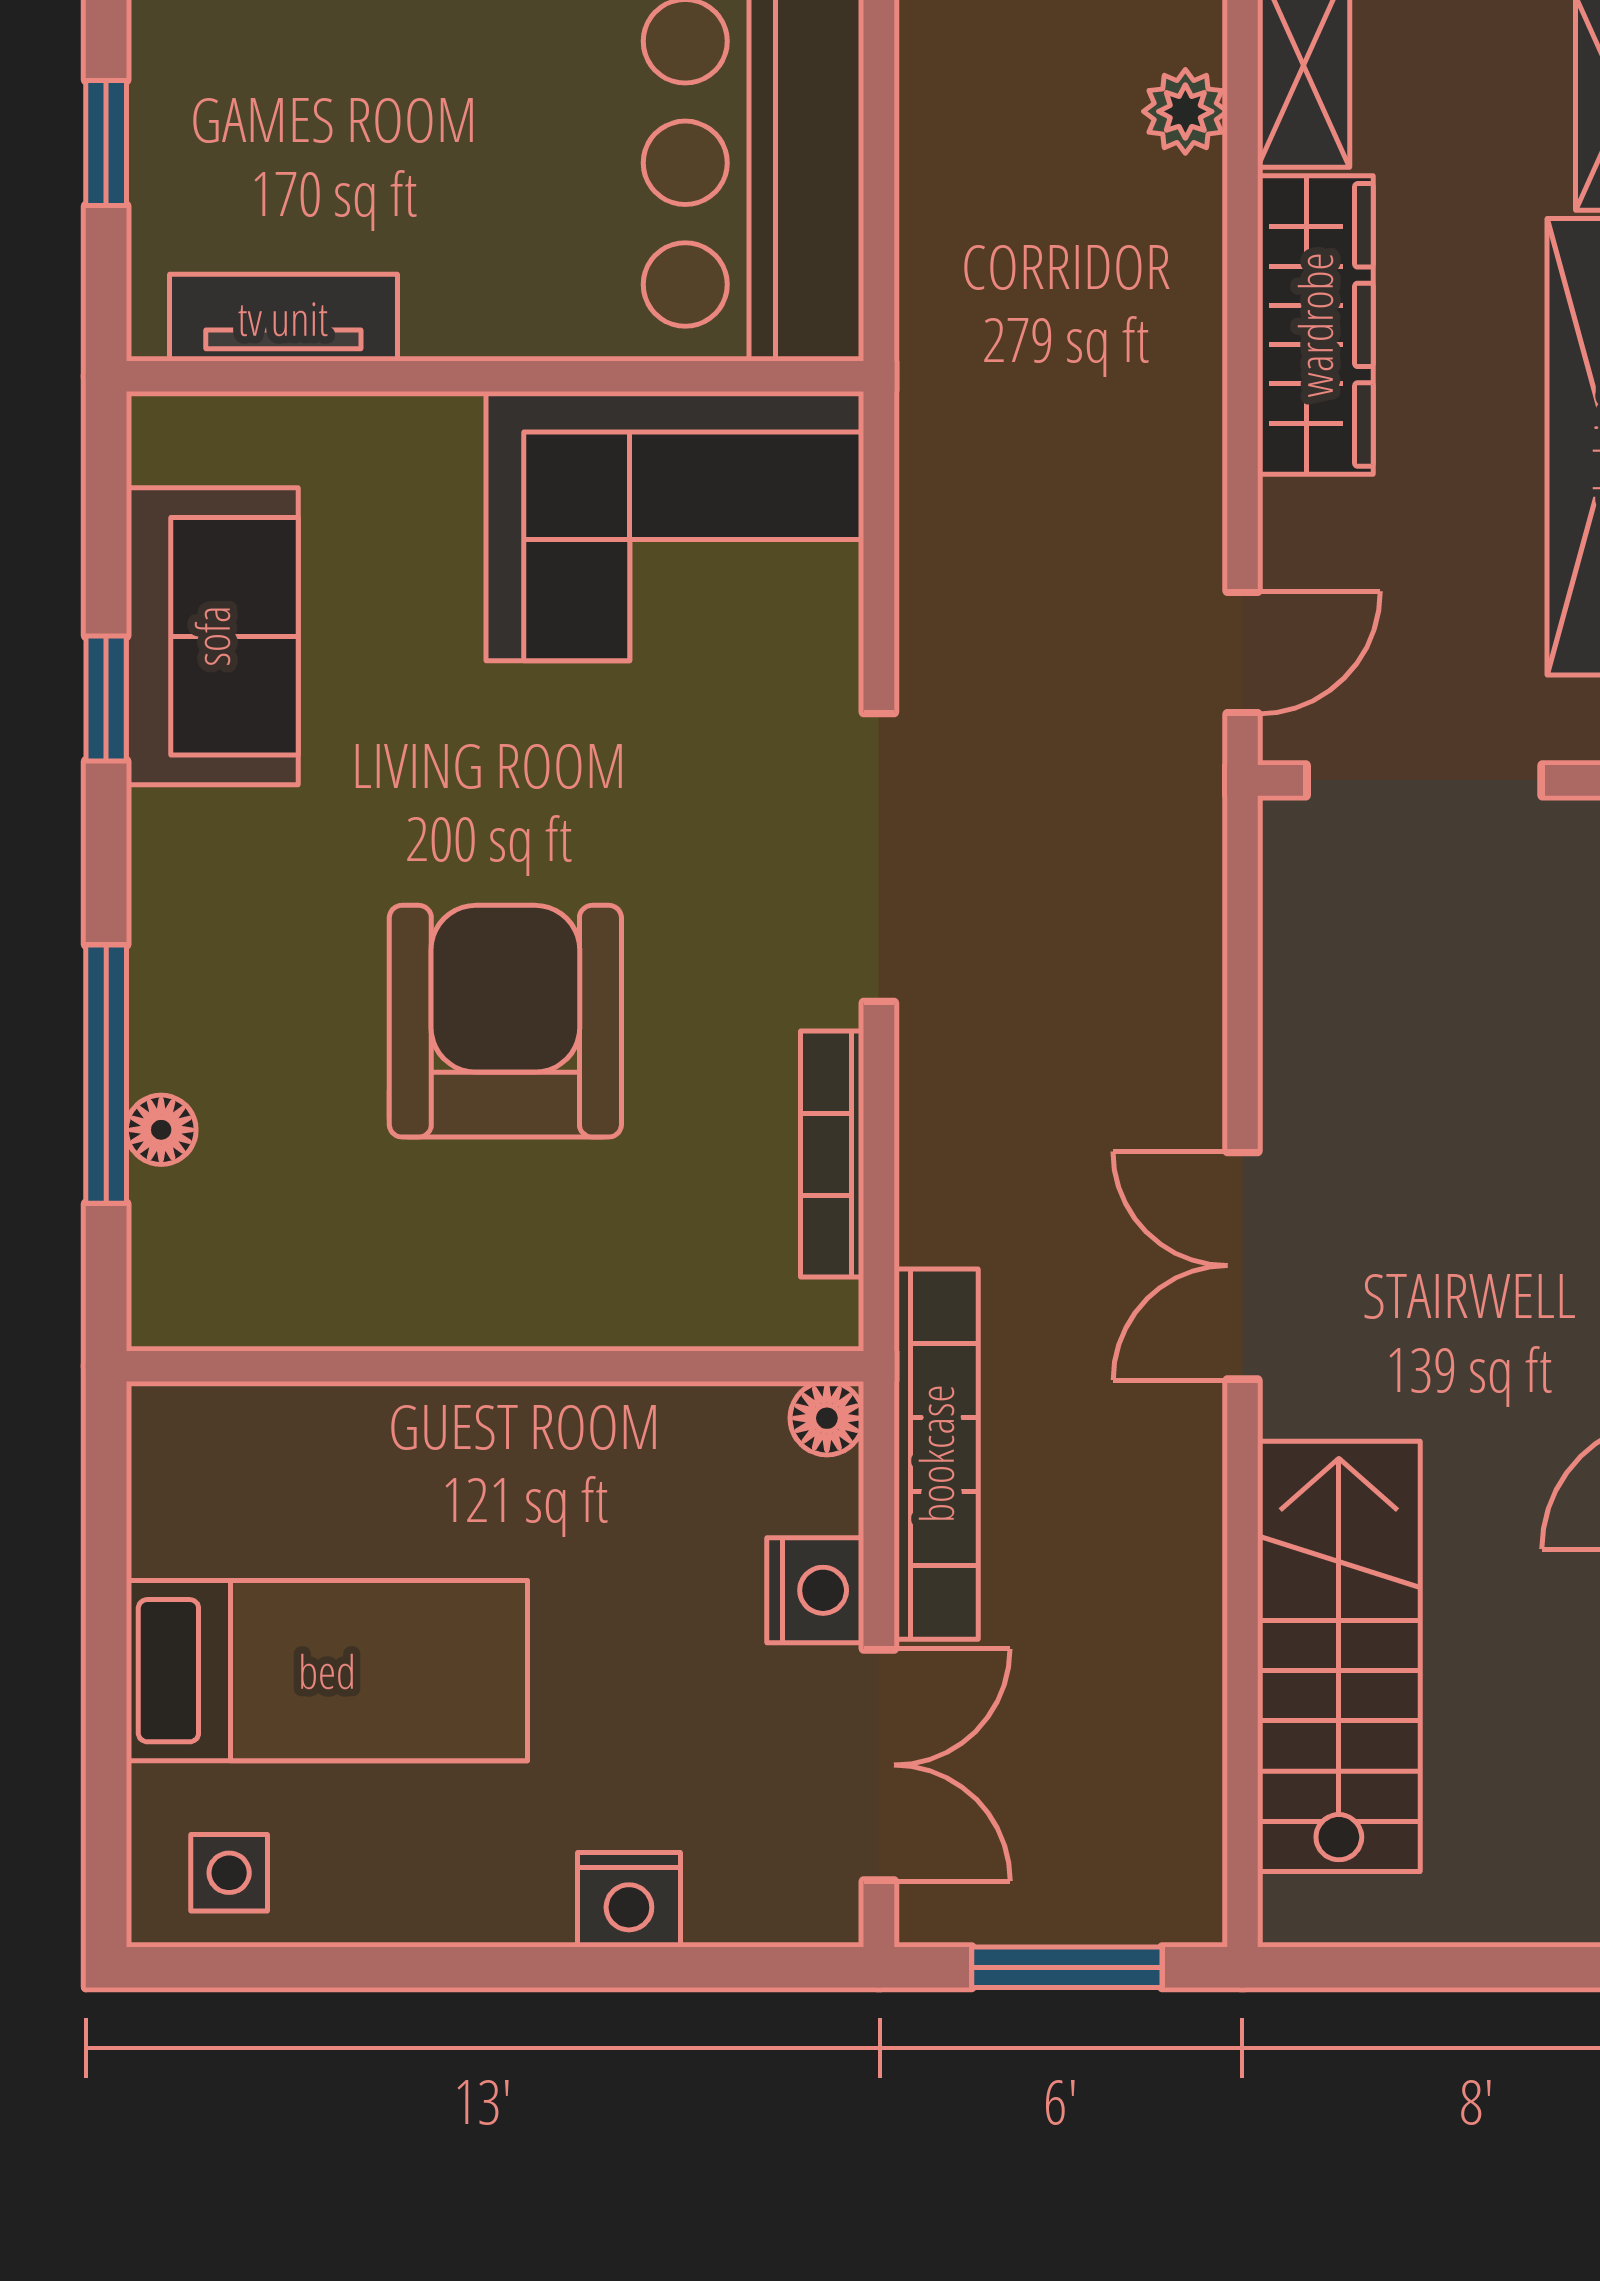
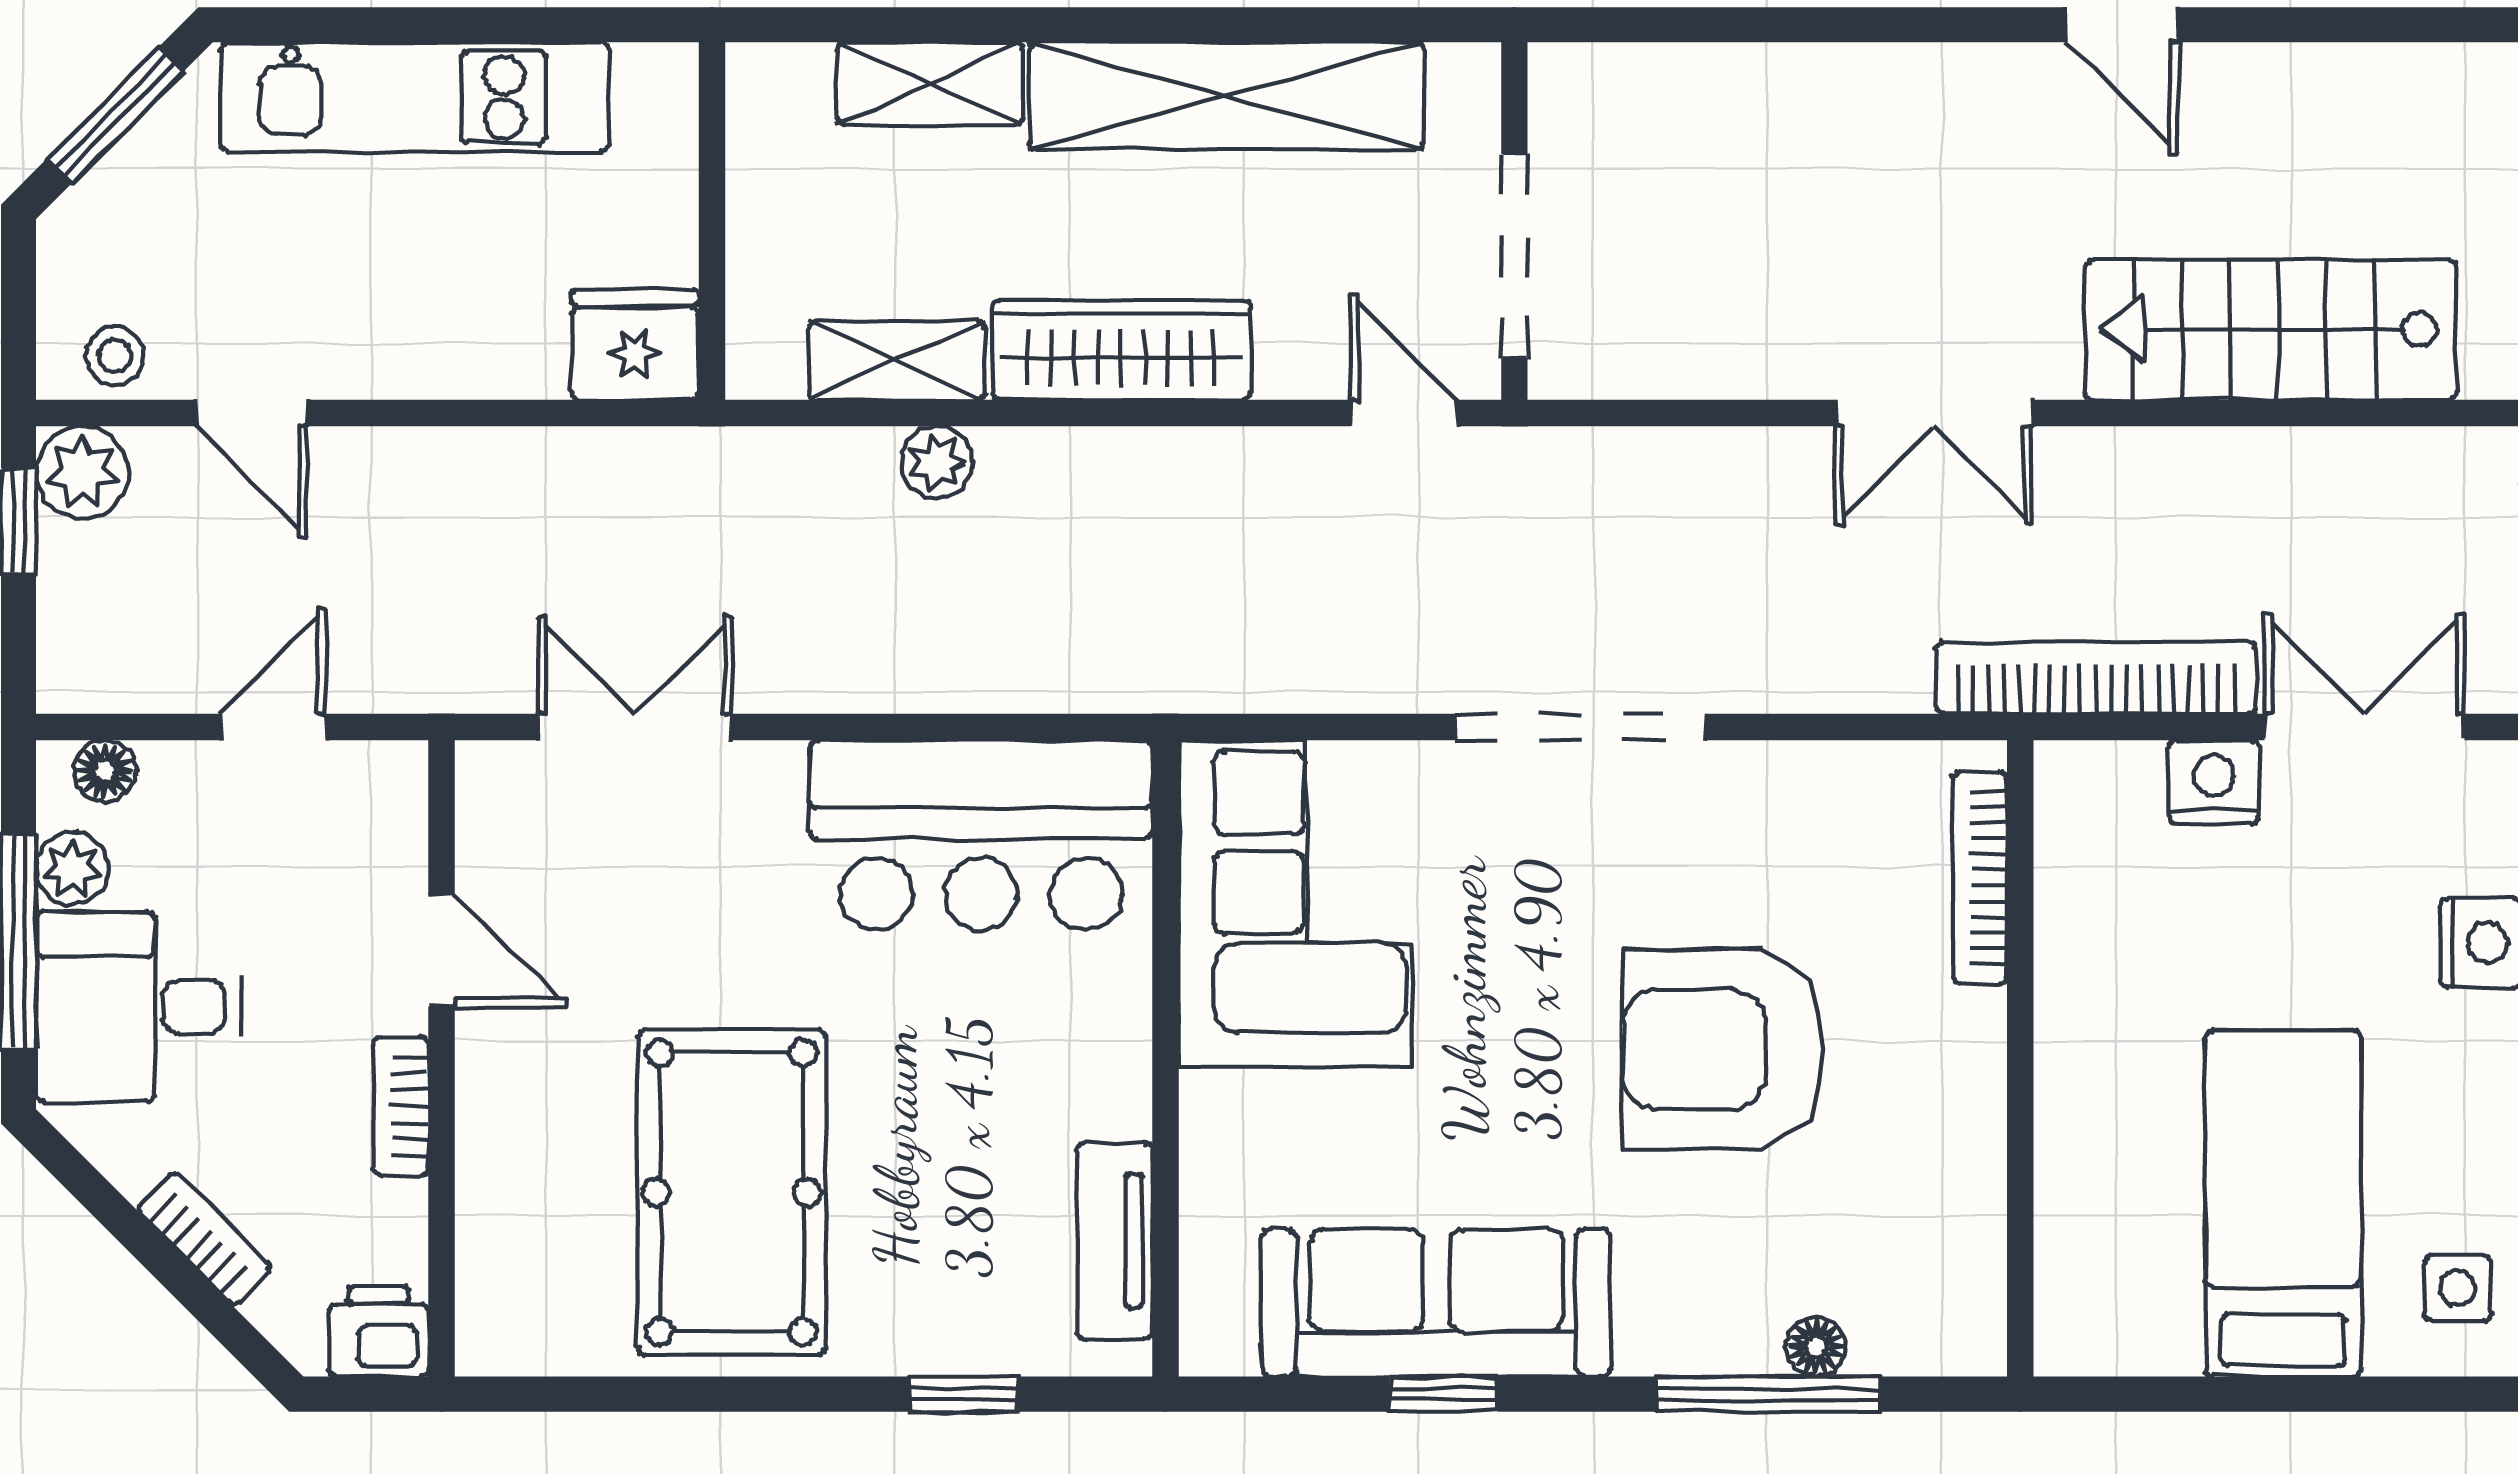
sofa: (212, 636) -> (1436, 1303), width x1.36
bookcase: (832, 1154) -> (1980, 878), moved, turned 90
floor lamp: (827, 1418) -> (2065, 772), removed

